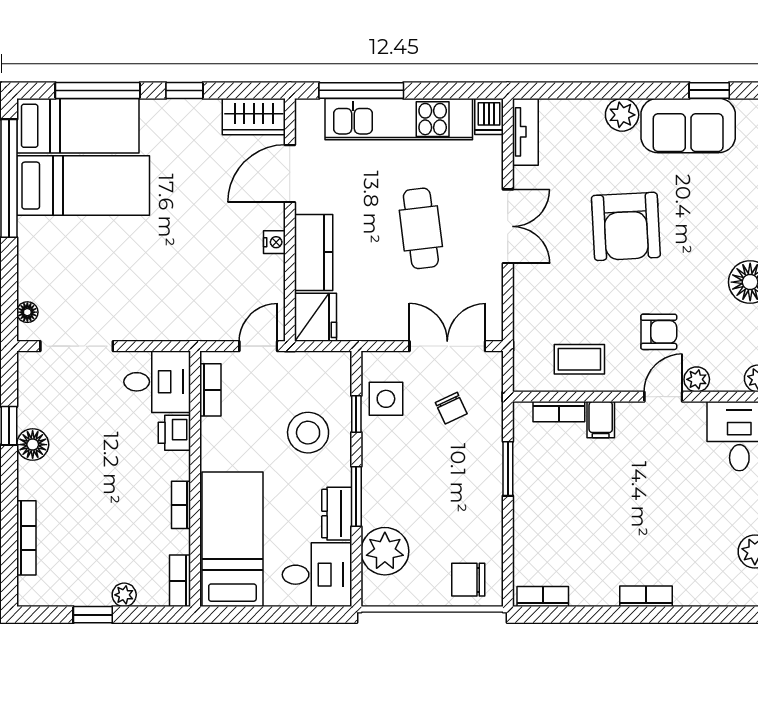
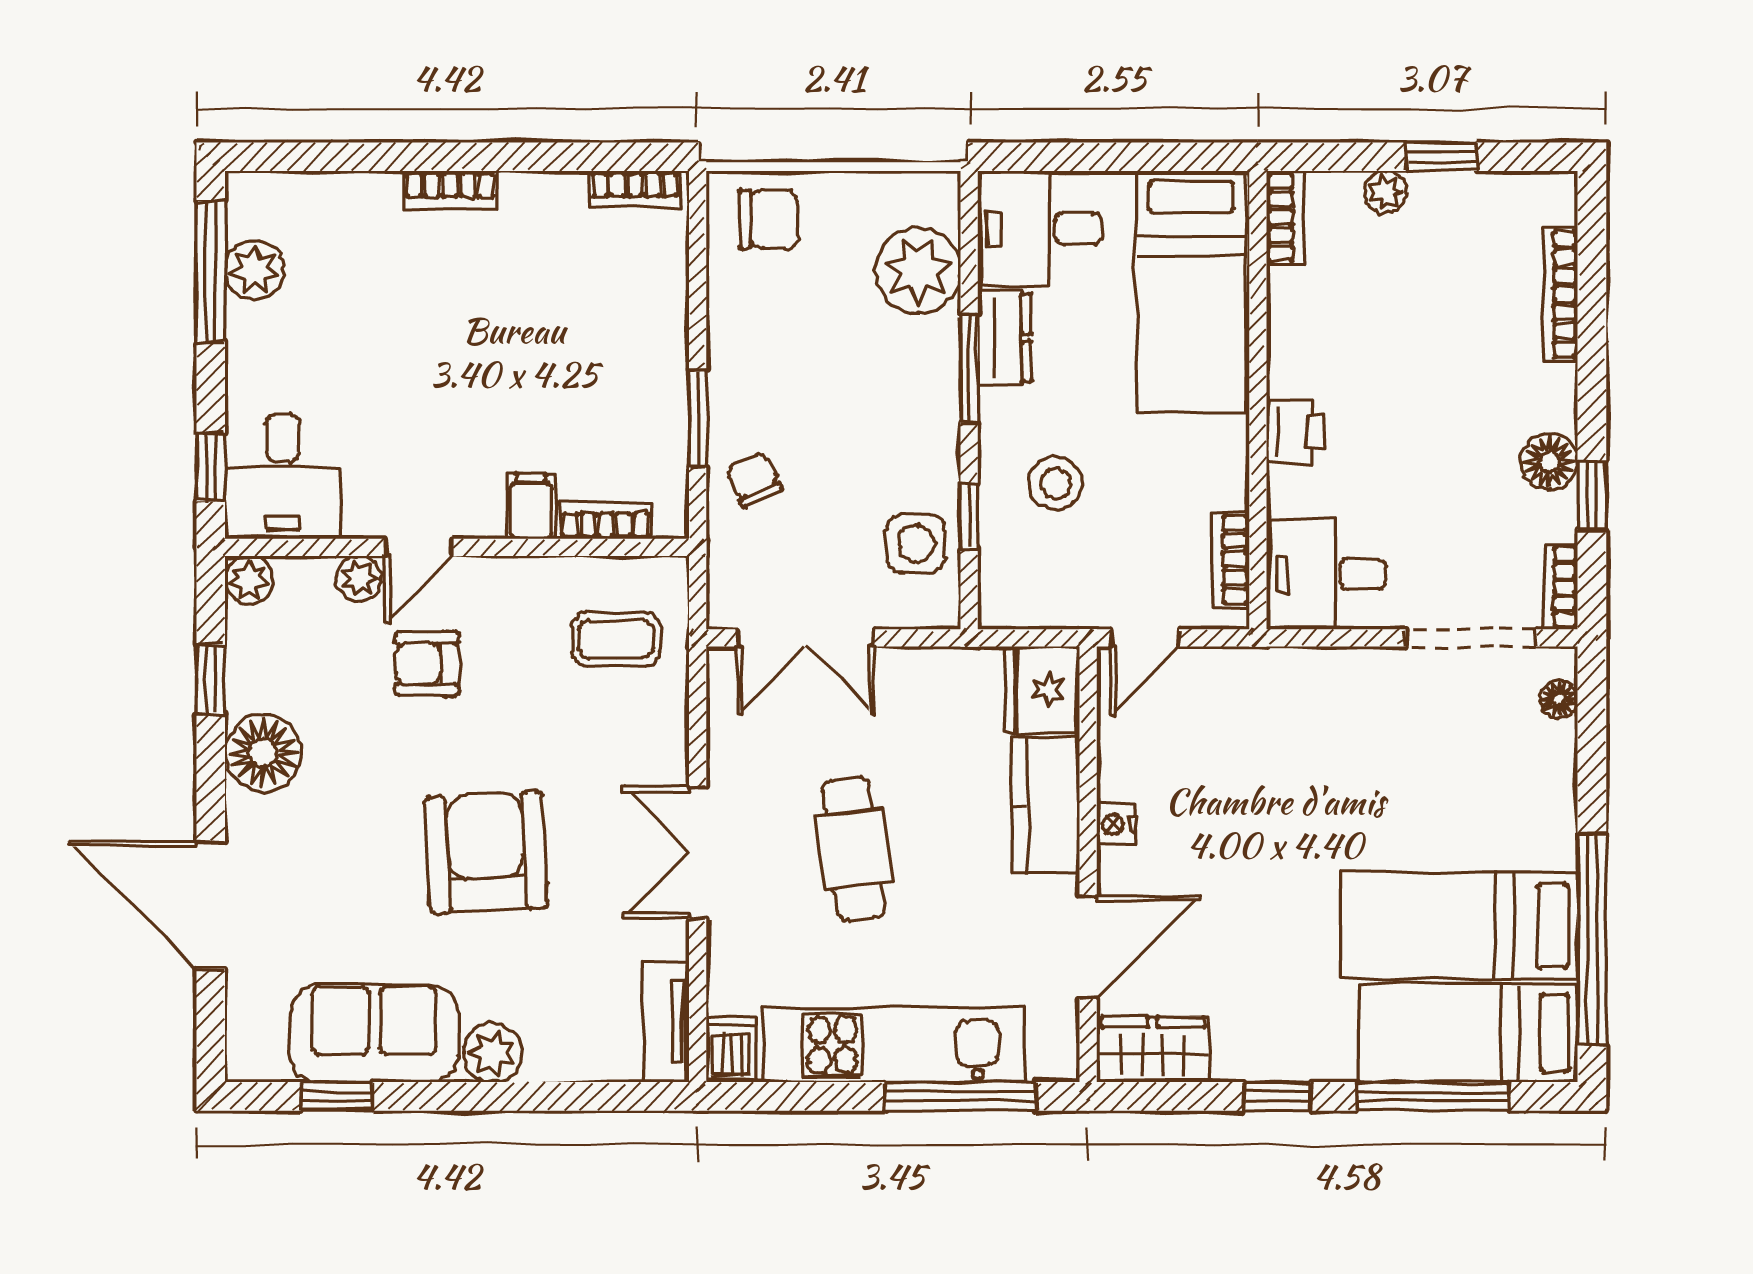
coffee table: (579, 359) -> (616, 639), moved
chair: (451, 408) -> (754, 479), moved
printer: (174, 433) -> (1295, 432), moved
stool: (308, 433) -> (1056, 483), width x0.73, depth x0.73
bookcase: (181, 505) -> (1561, 587), moved, turned 180

